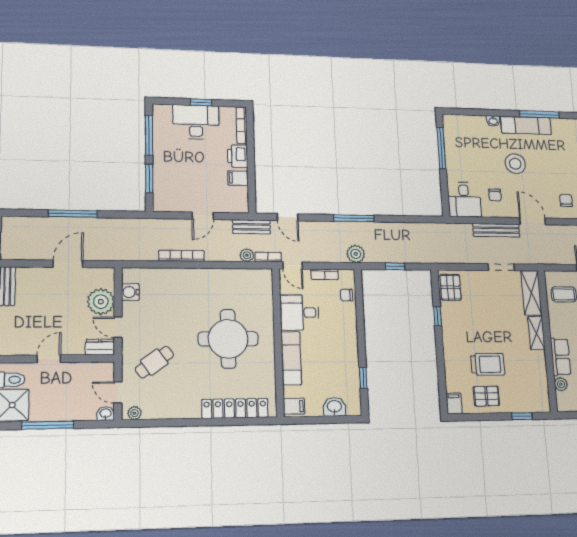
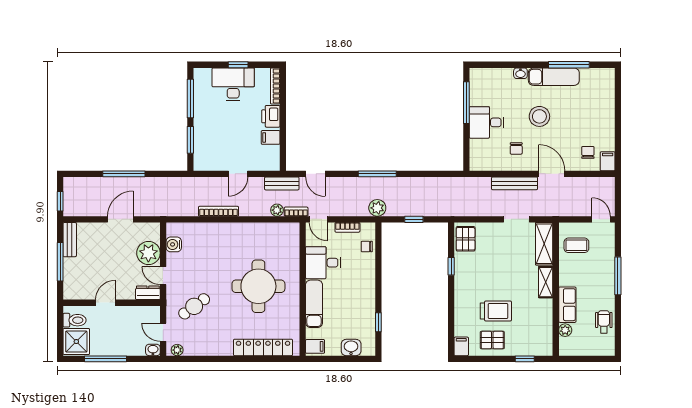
desk: (464, 200) -> (487, 122), moved, turned 90

